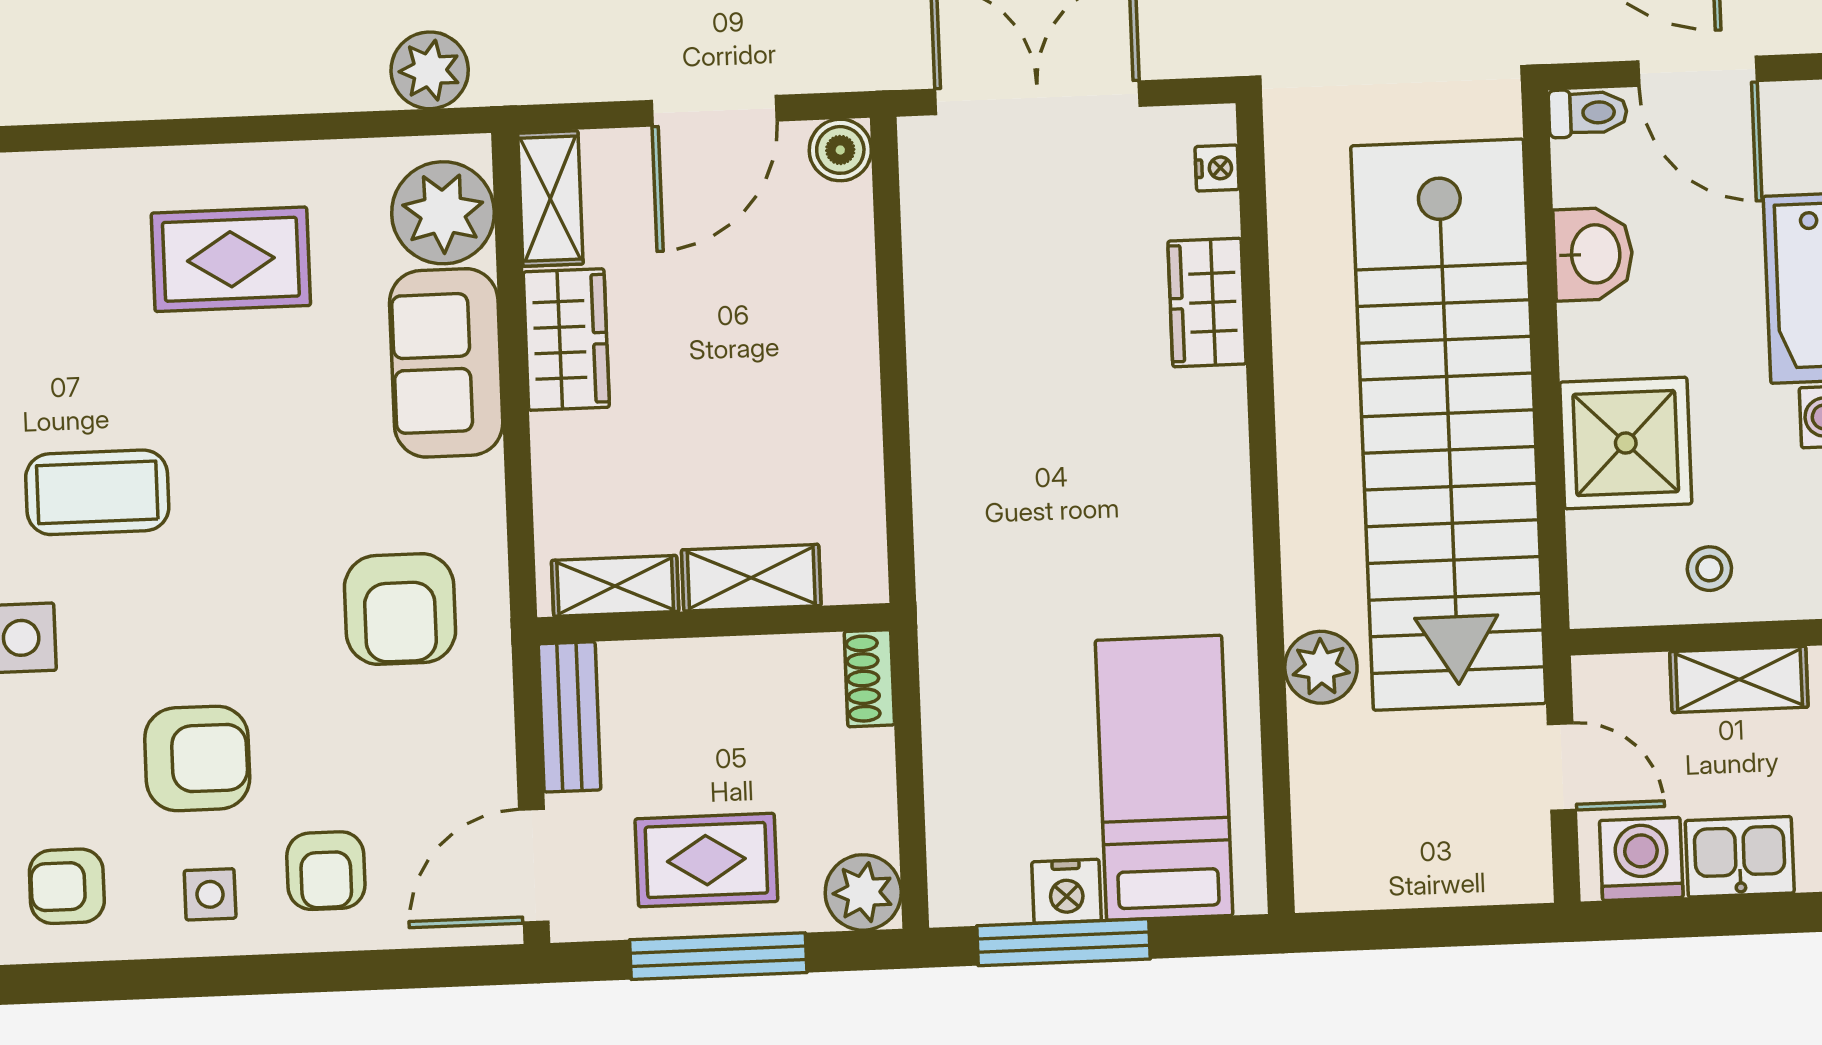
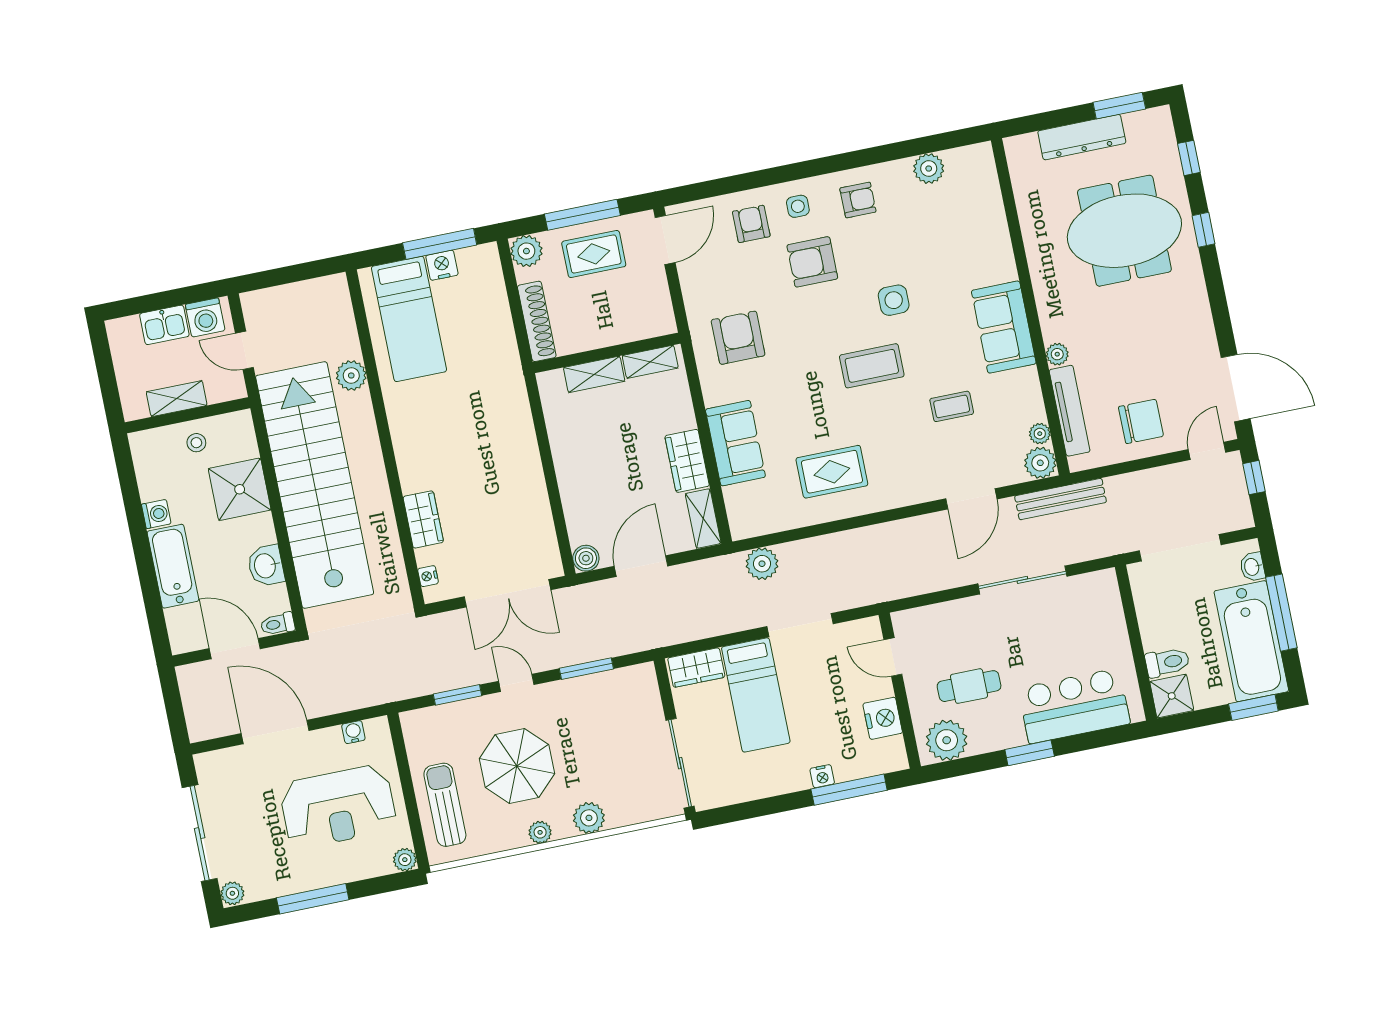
plant: (443, 213) -> (747, 505), removed
shoe rack: (869, 678) -> (537, 321), width x1.94, depth x1.24
bench: (570, 717) -> (660, 304), removed

